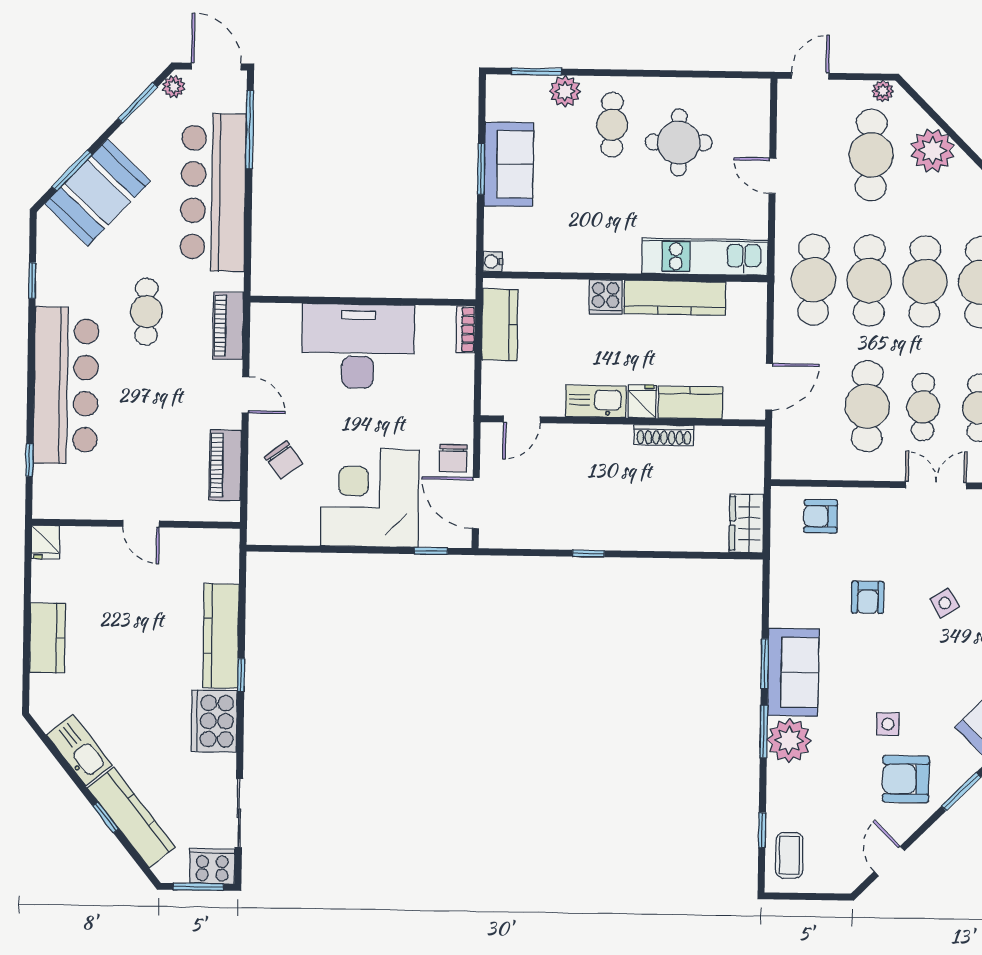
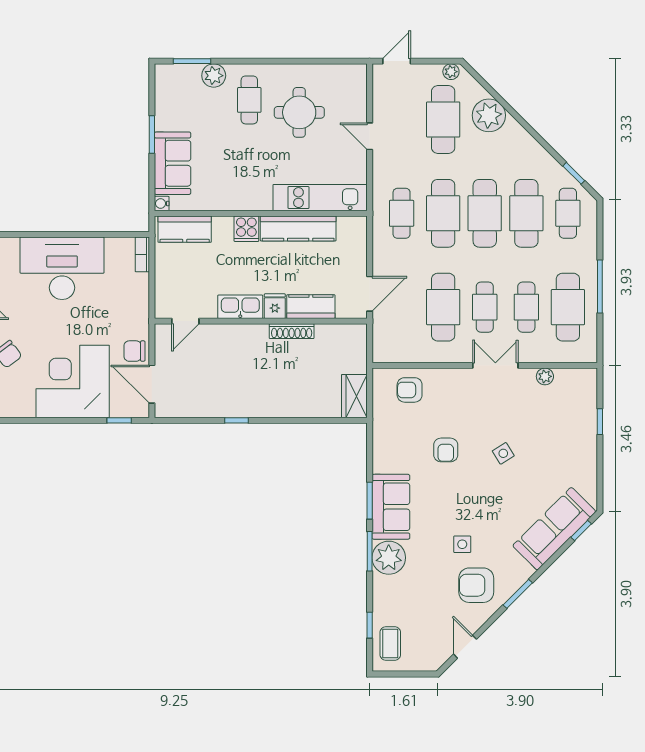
sofa: (509, 164) -> (173, 163), moved
cafe table: (814, 280) -> (402, 213), width x0.73, depth x0.74
kitchen counter: (500, 325) -> (185, 229), moved, turned 90
chair: (453, 458) -> (135, 351), turned 90

